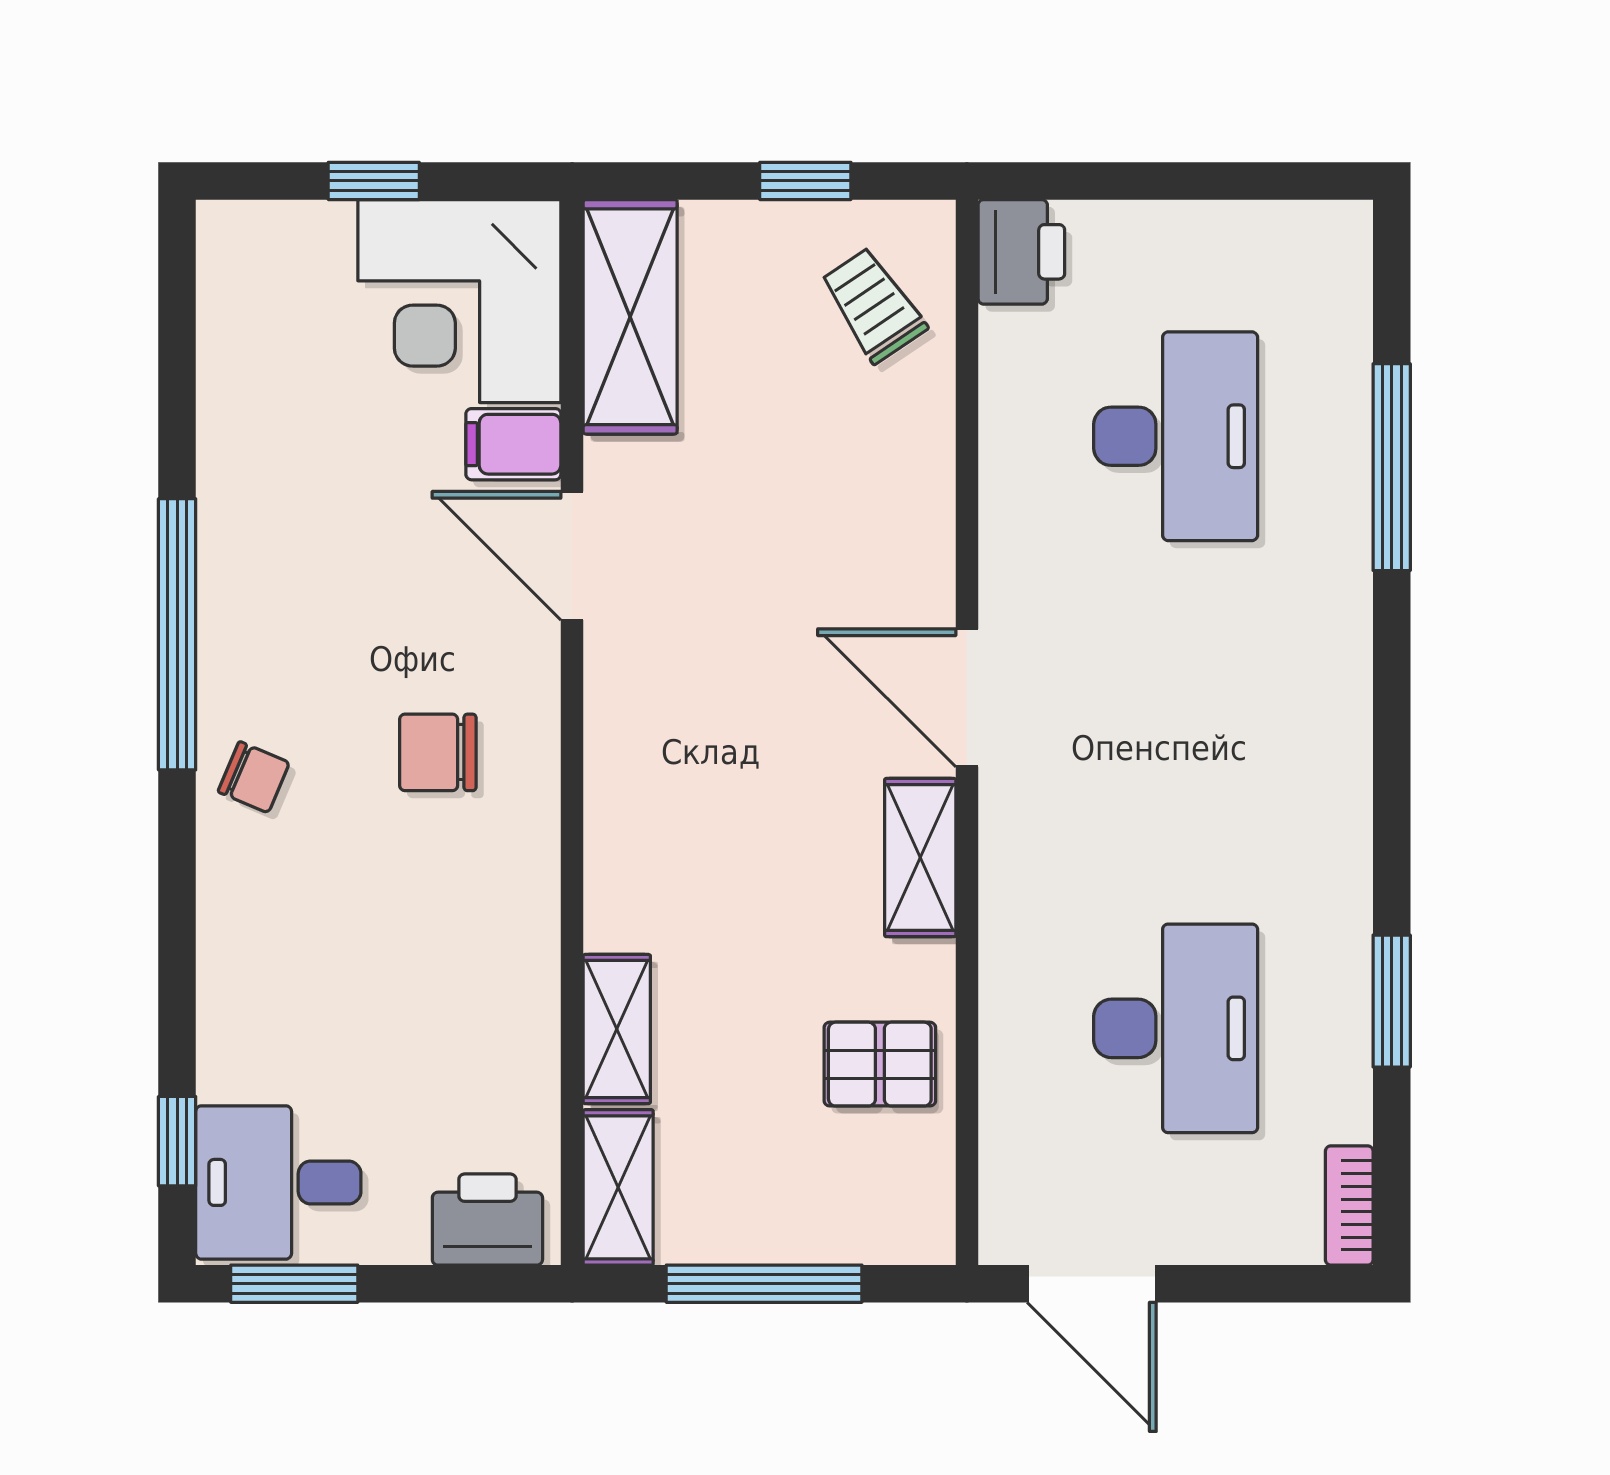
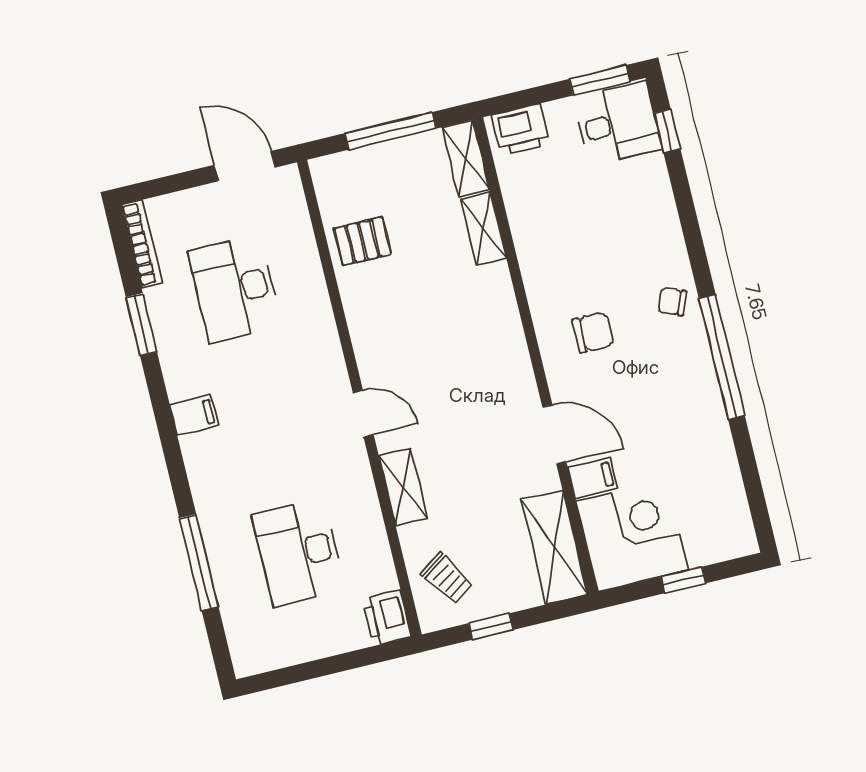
door: (967, 698) -> (363, 414), width x0.73
filing cabinet: (1326, 782) -> (194, 415), added
shelving: (920, 858) -> (403, 487), moved
bookcase: (1349, 1205) -> (142, 244), width x1.56

